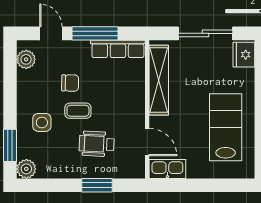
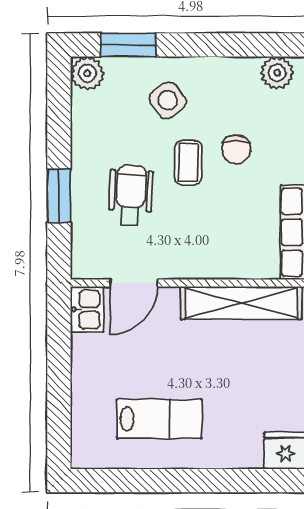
side table: (42, 122) -> (168, 100), turned -37
lab bench: (226, 127) -> (159, 419), width x0.73, depth x0.72
kitchen sink: (167, 169) -> (87, 309), width x0.73

